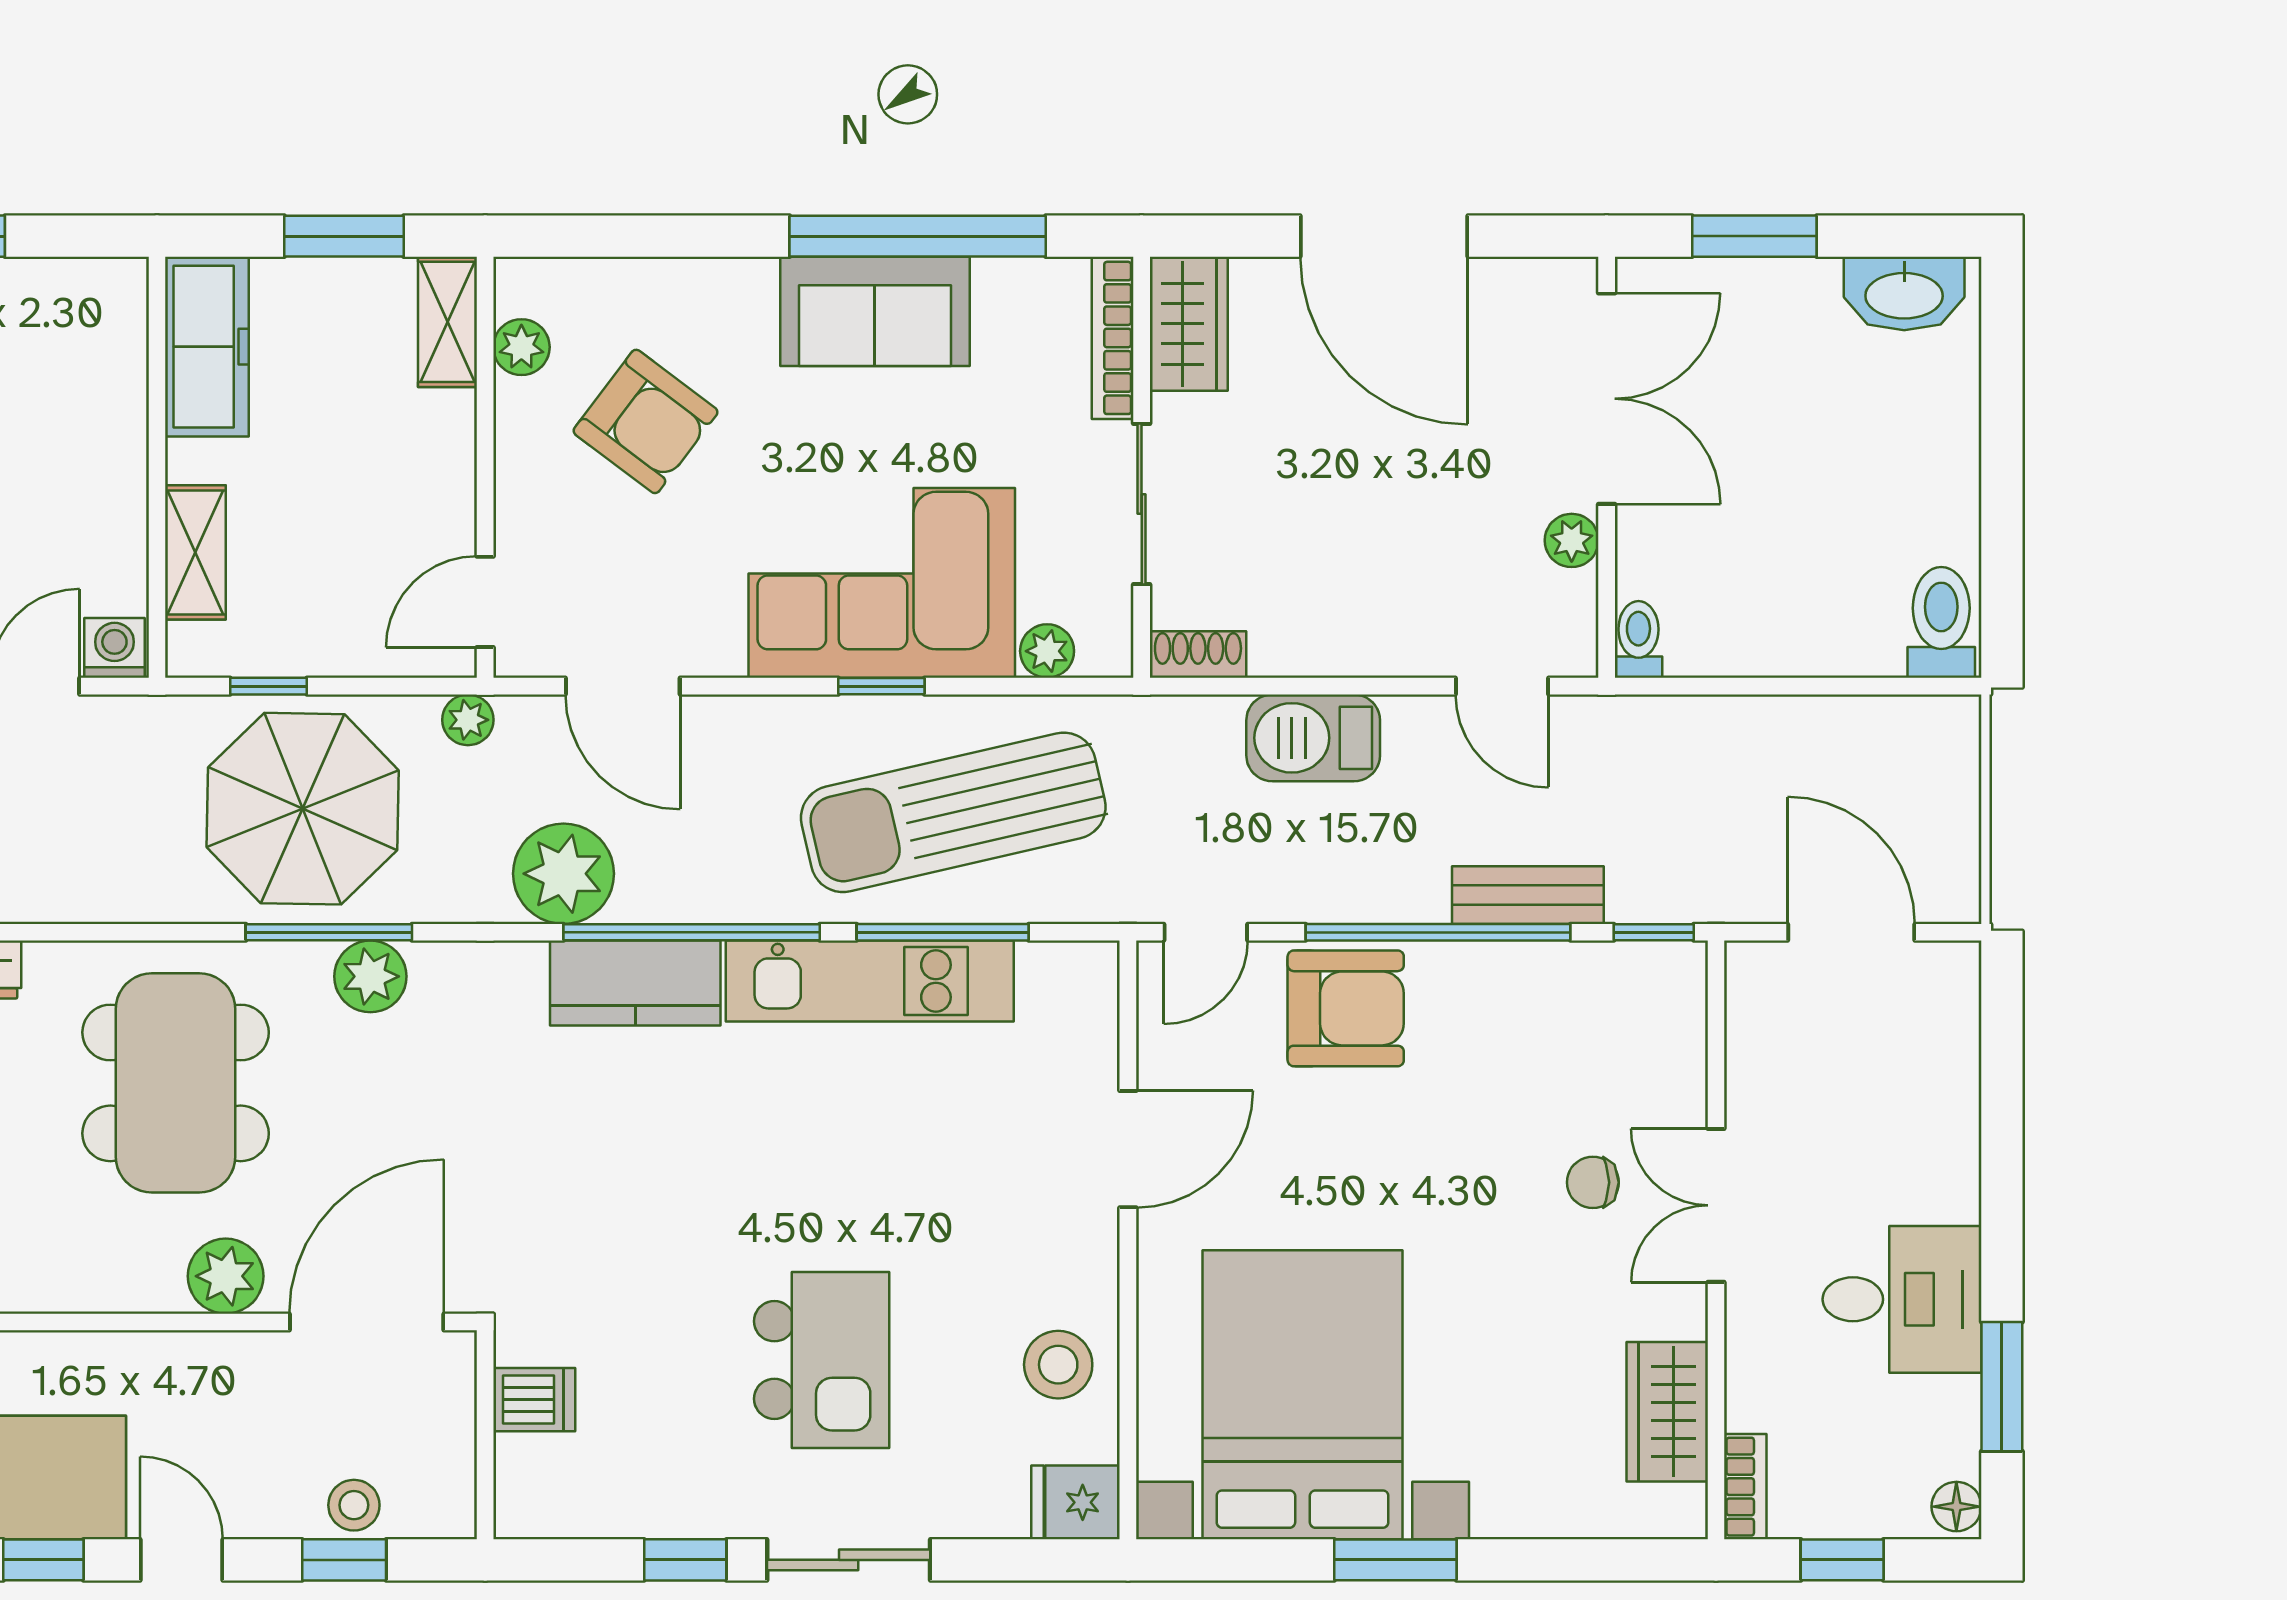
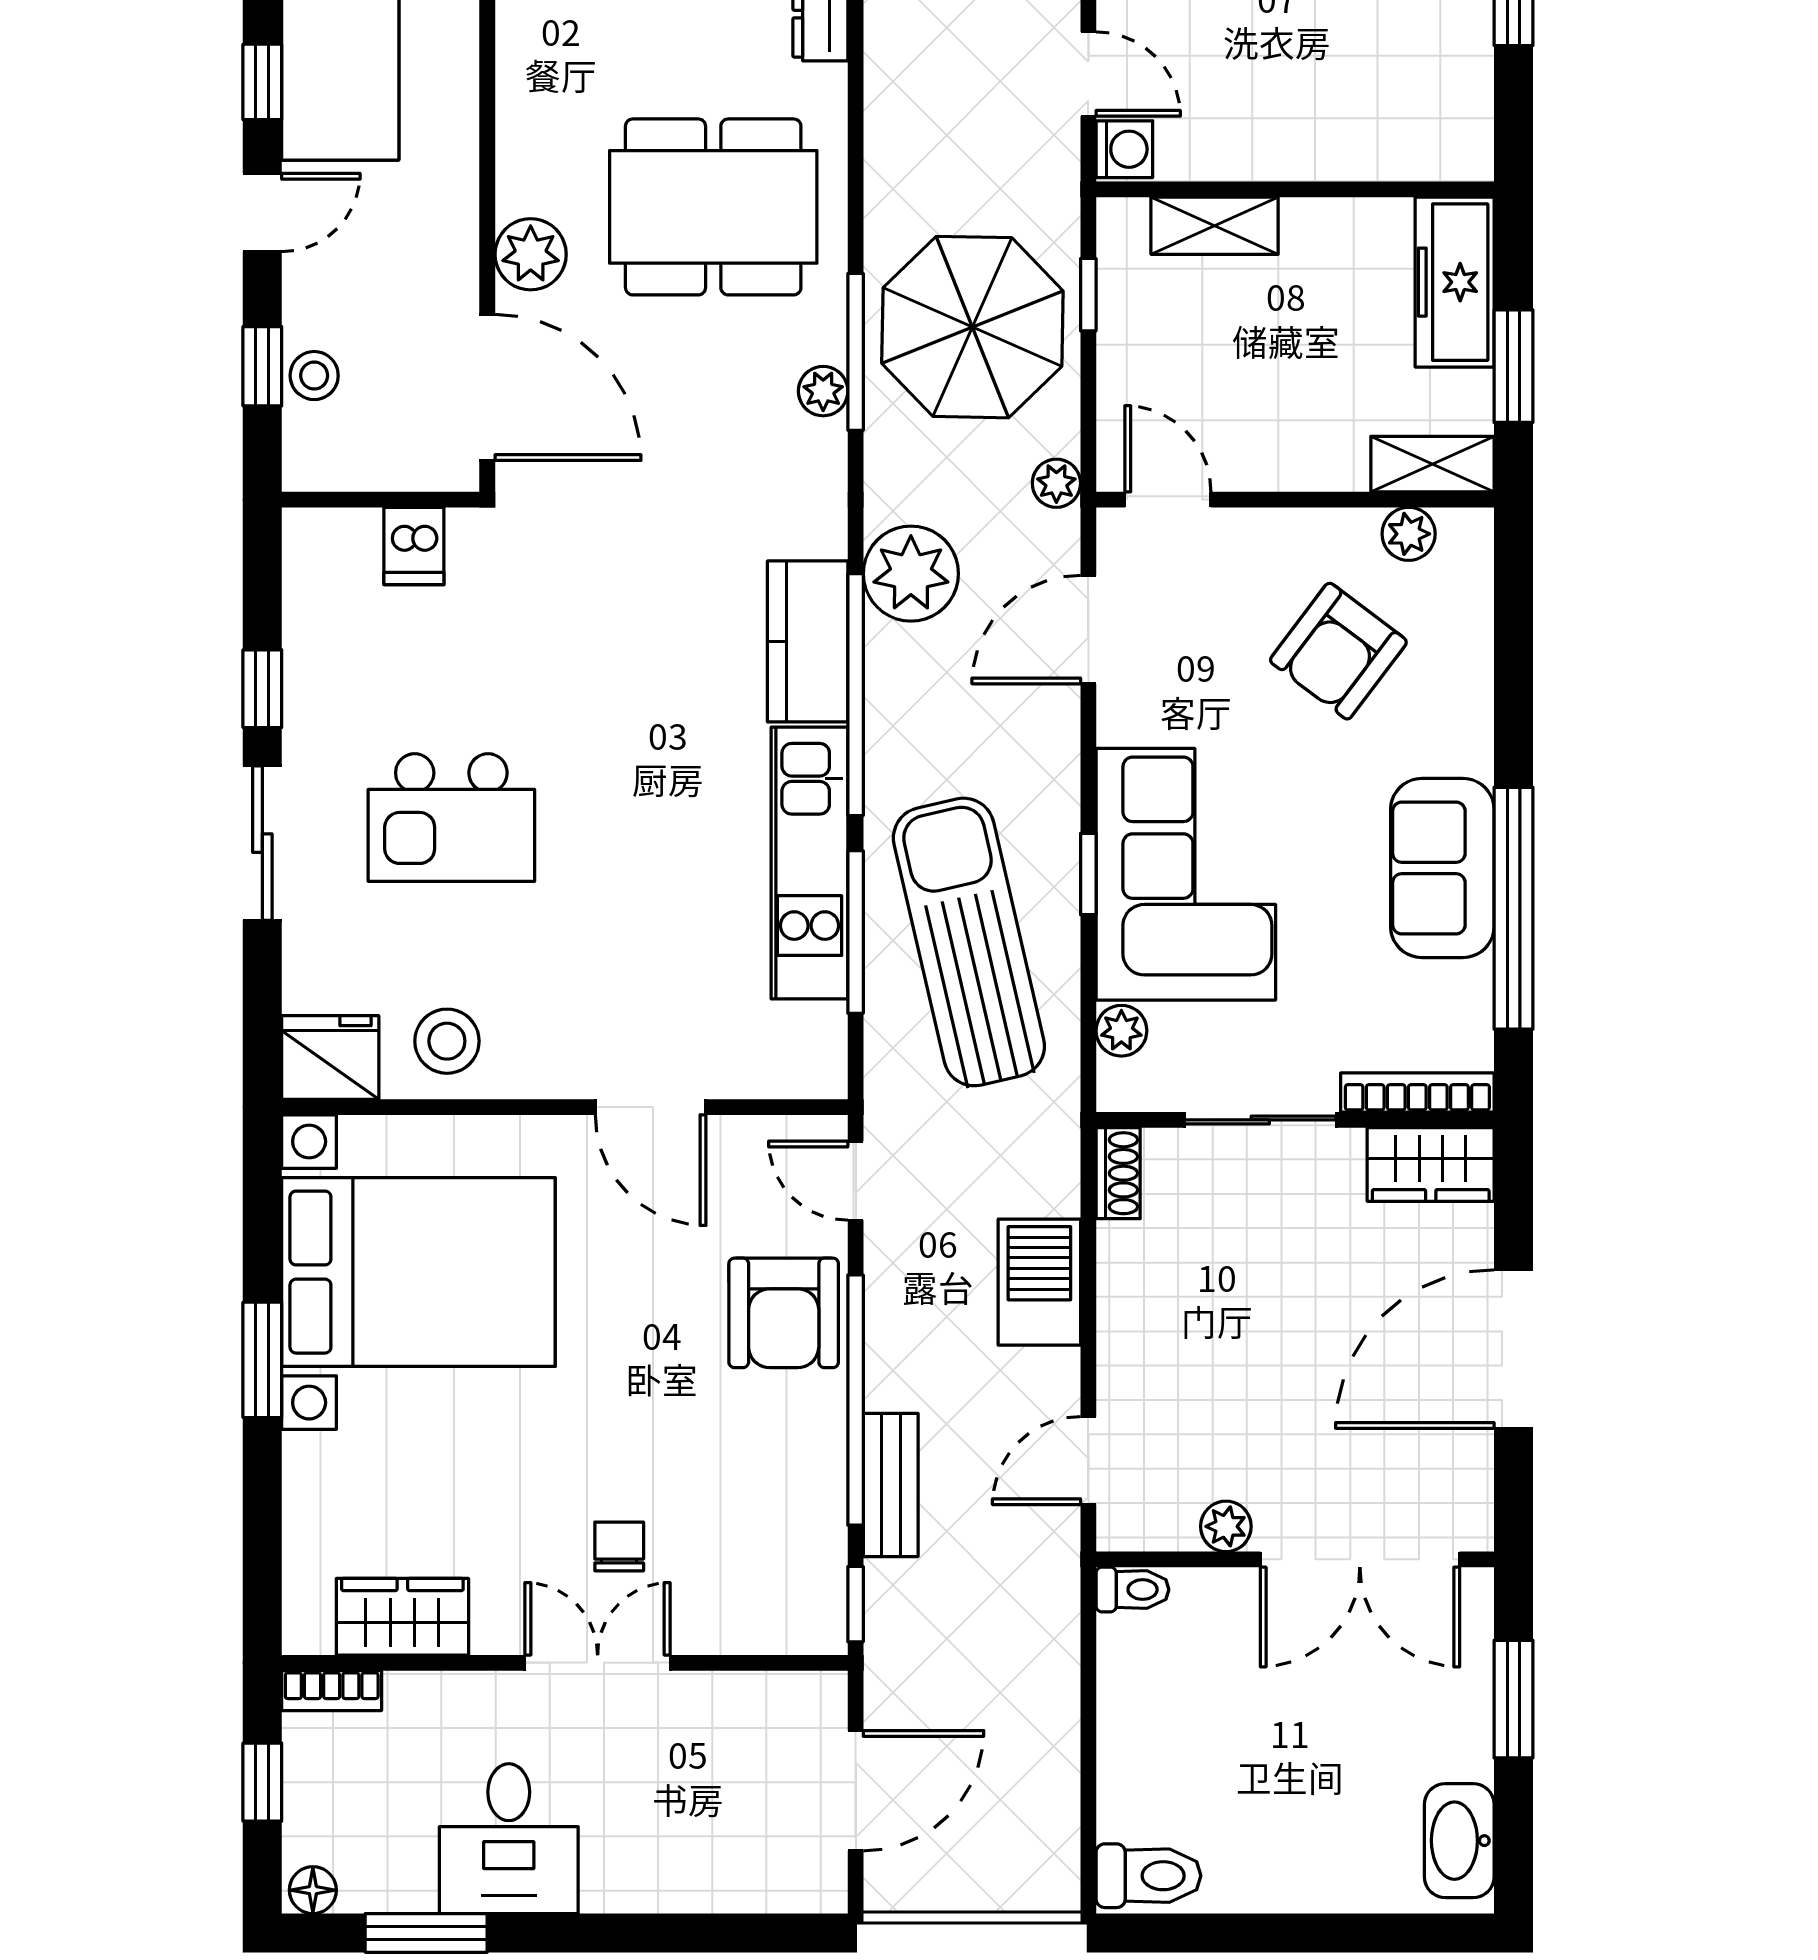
freezer: (207, 347) -> (1455, 282), moved, turned 90
plant: (370, 976) -> (823, 391), width x0.73, depth x0.73
fridge: (1075, 1502) -> (330, 1057), width x1.38

